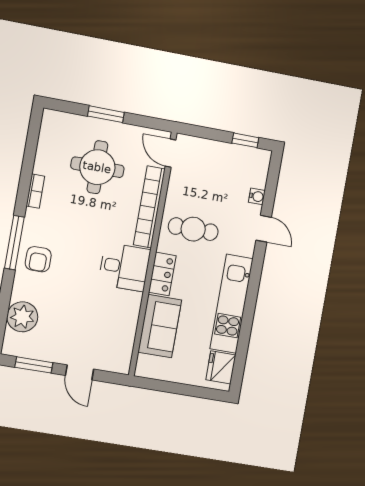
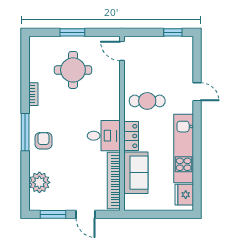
water cooler: (257, 196) -> (188, 70), removed
bookcase: (149, 207) -> (114, 181), moved
armchair: (38, 259) -> (43, 141), turned 180

